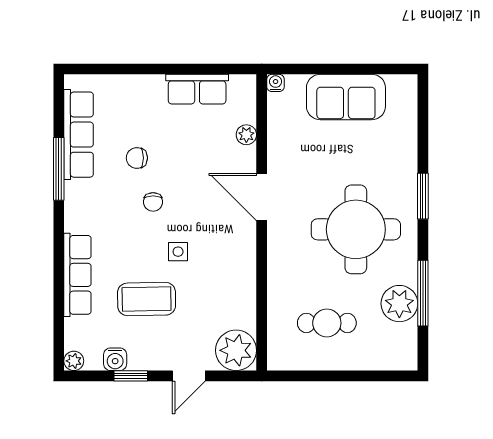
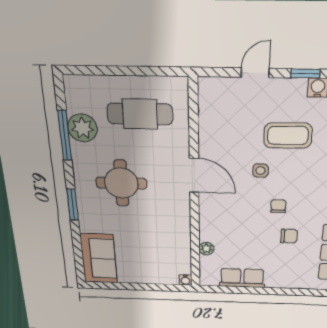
sofa: (346, 97) -> (99, 258), moved, turned 90
door: (262, 197) -> (194, 175), moved
round table: (356, 229) -> (121, 183), width x0.73, depth x0.73
cafe table: (327, 323) -> (140, 114), width x1.37, depth x1.35
plant: (236, 350) -> (215, 93), removed

